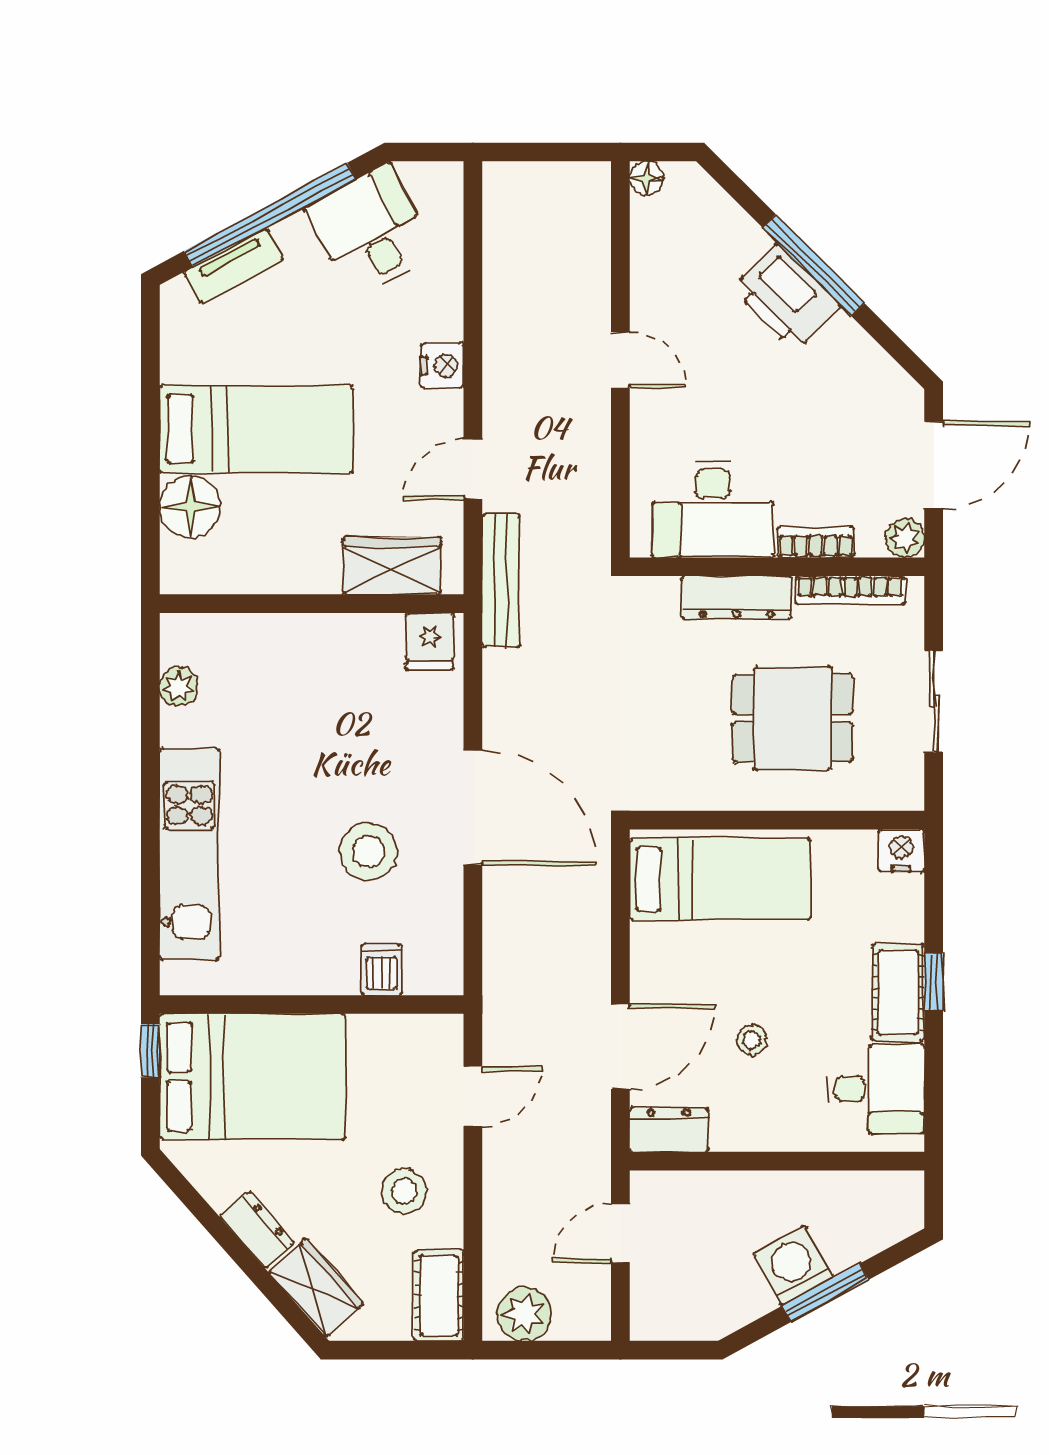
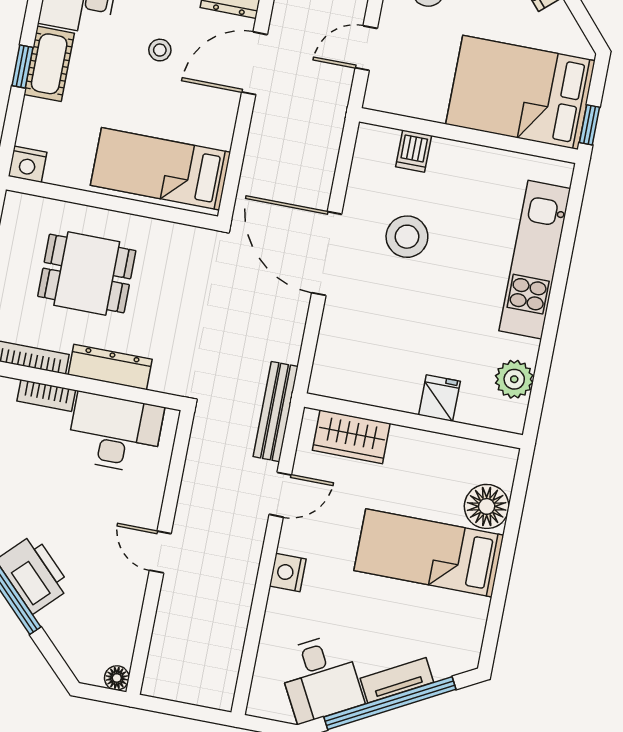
tv unit: (234, 266) -> (397, 680), moved
fridge: (430, 641) -> (439, 398), moved
plant: (179, 686) -> (514, 379), width x1.38, depth x1.38

